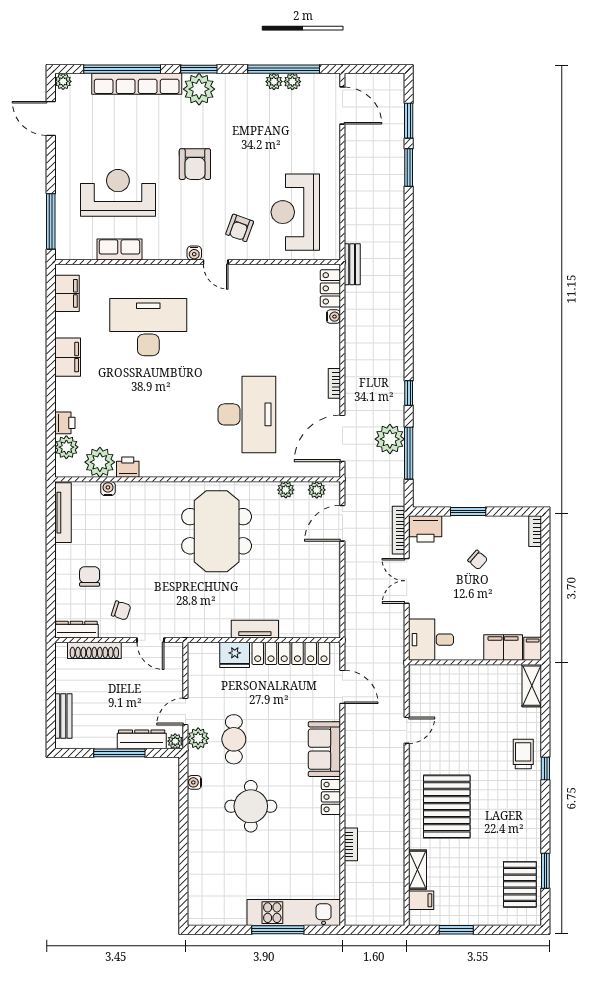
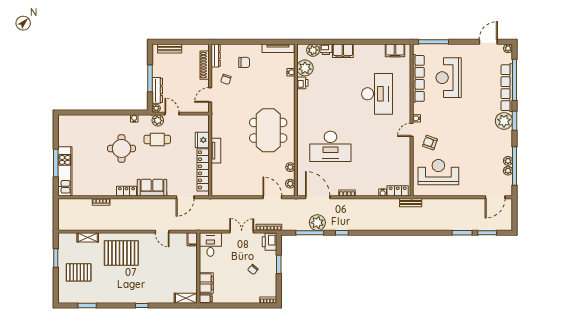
armchair: (195, 164) -> (464, 119), removed
reception desk: (118, 193) -> (449, 78), turned 180
row of seats: (119, 249) -> (418, 78), width x2.02
filing cabinet: (68, 357) -> (343, 51), moved
meeting table: (217, 531) -> (268, 130), turned 90
trolley: (523, 754) -> (149, 294), removed
pallet: (520, 884) -> (79, 272), moved
filing cabinet: (421, 900) -> (192, 239), moved

